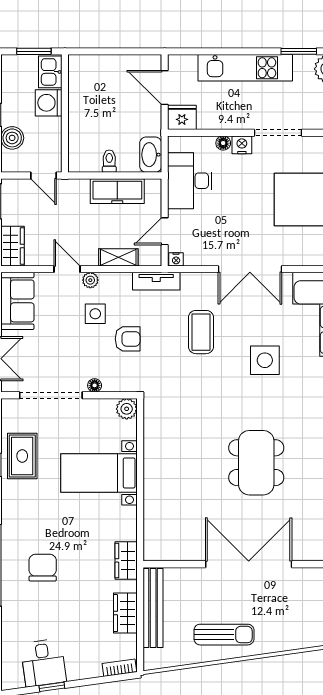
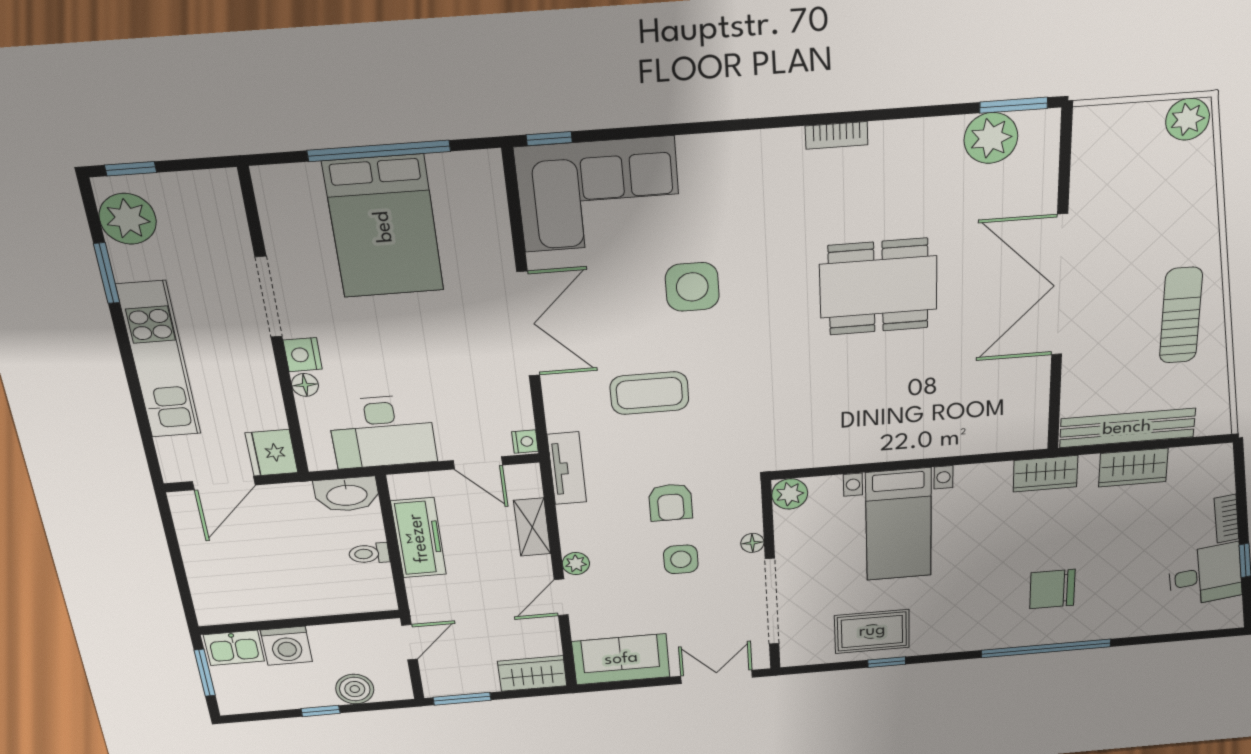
side table: (95, 314) -> (681, 559), moved
armchair: (128, 339) -> (671, 502), turned 180
bookcase: (119, 668) -> (1227, 519), moved

